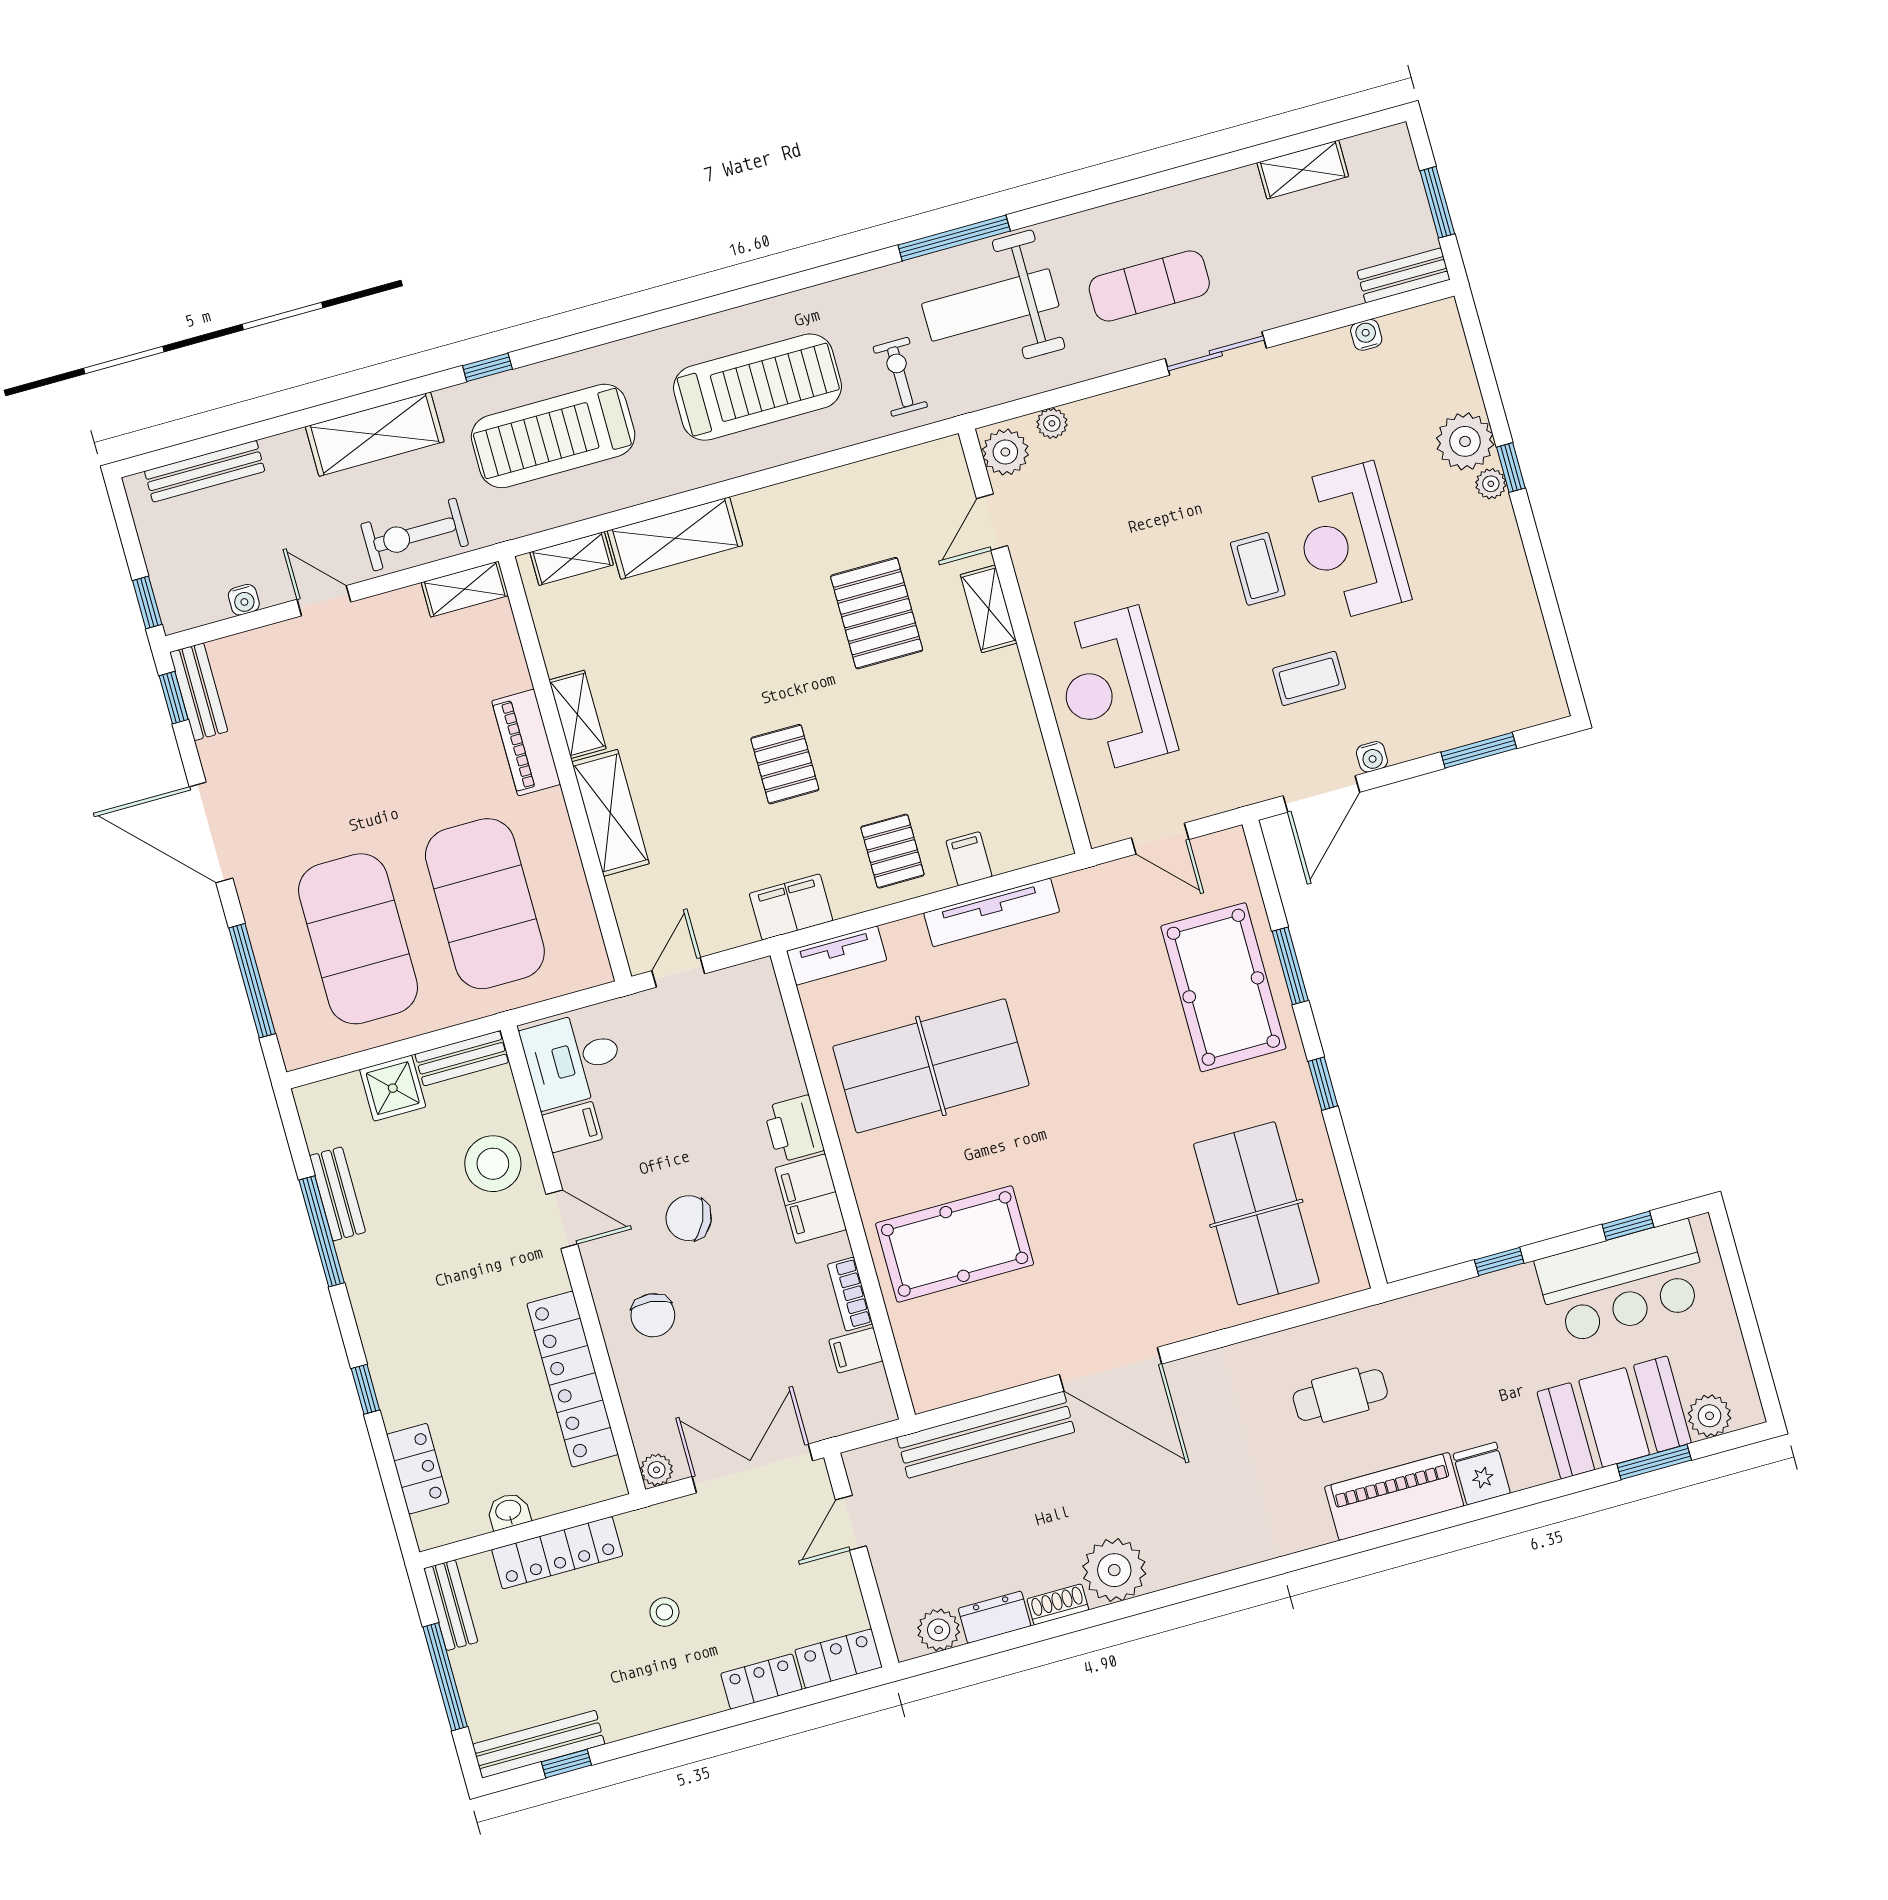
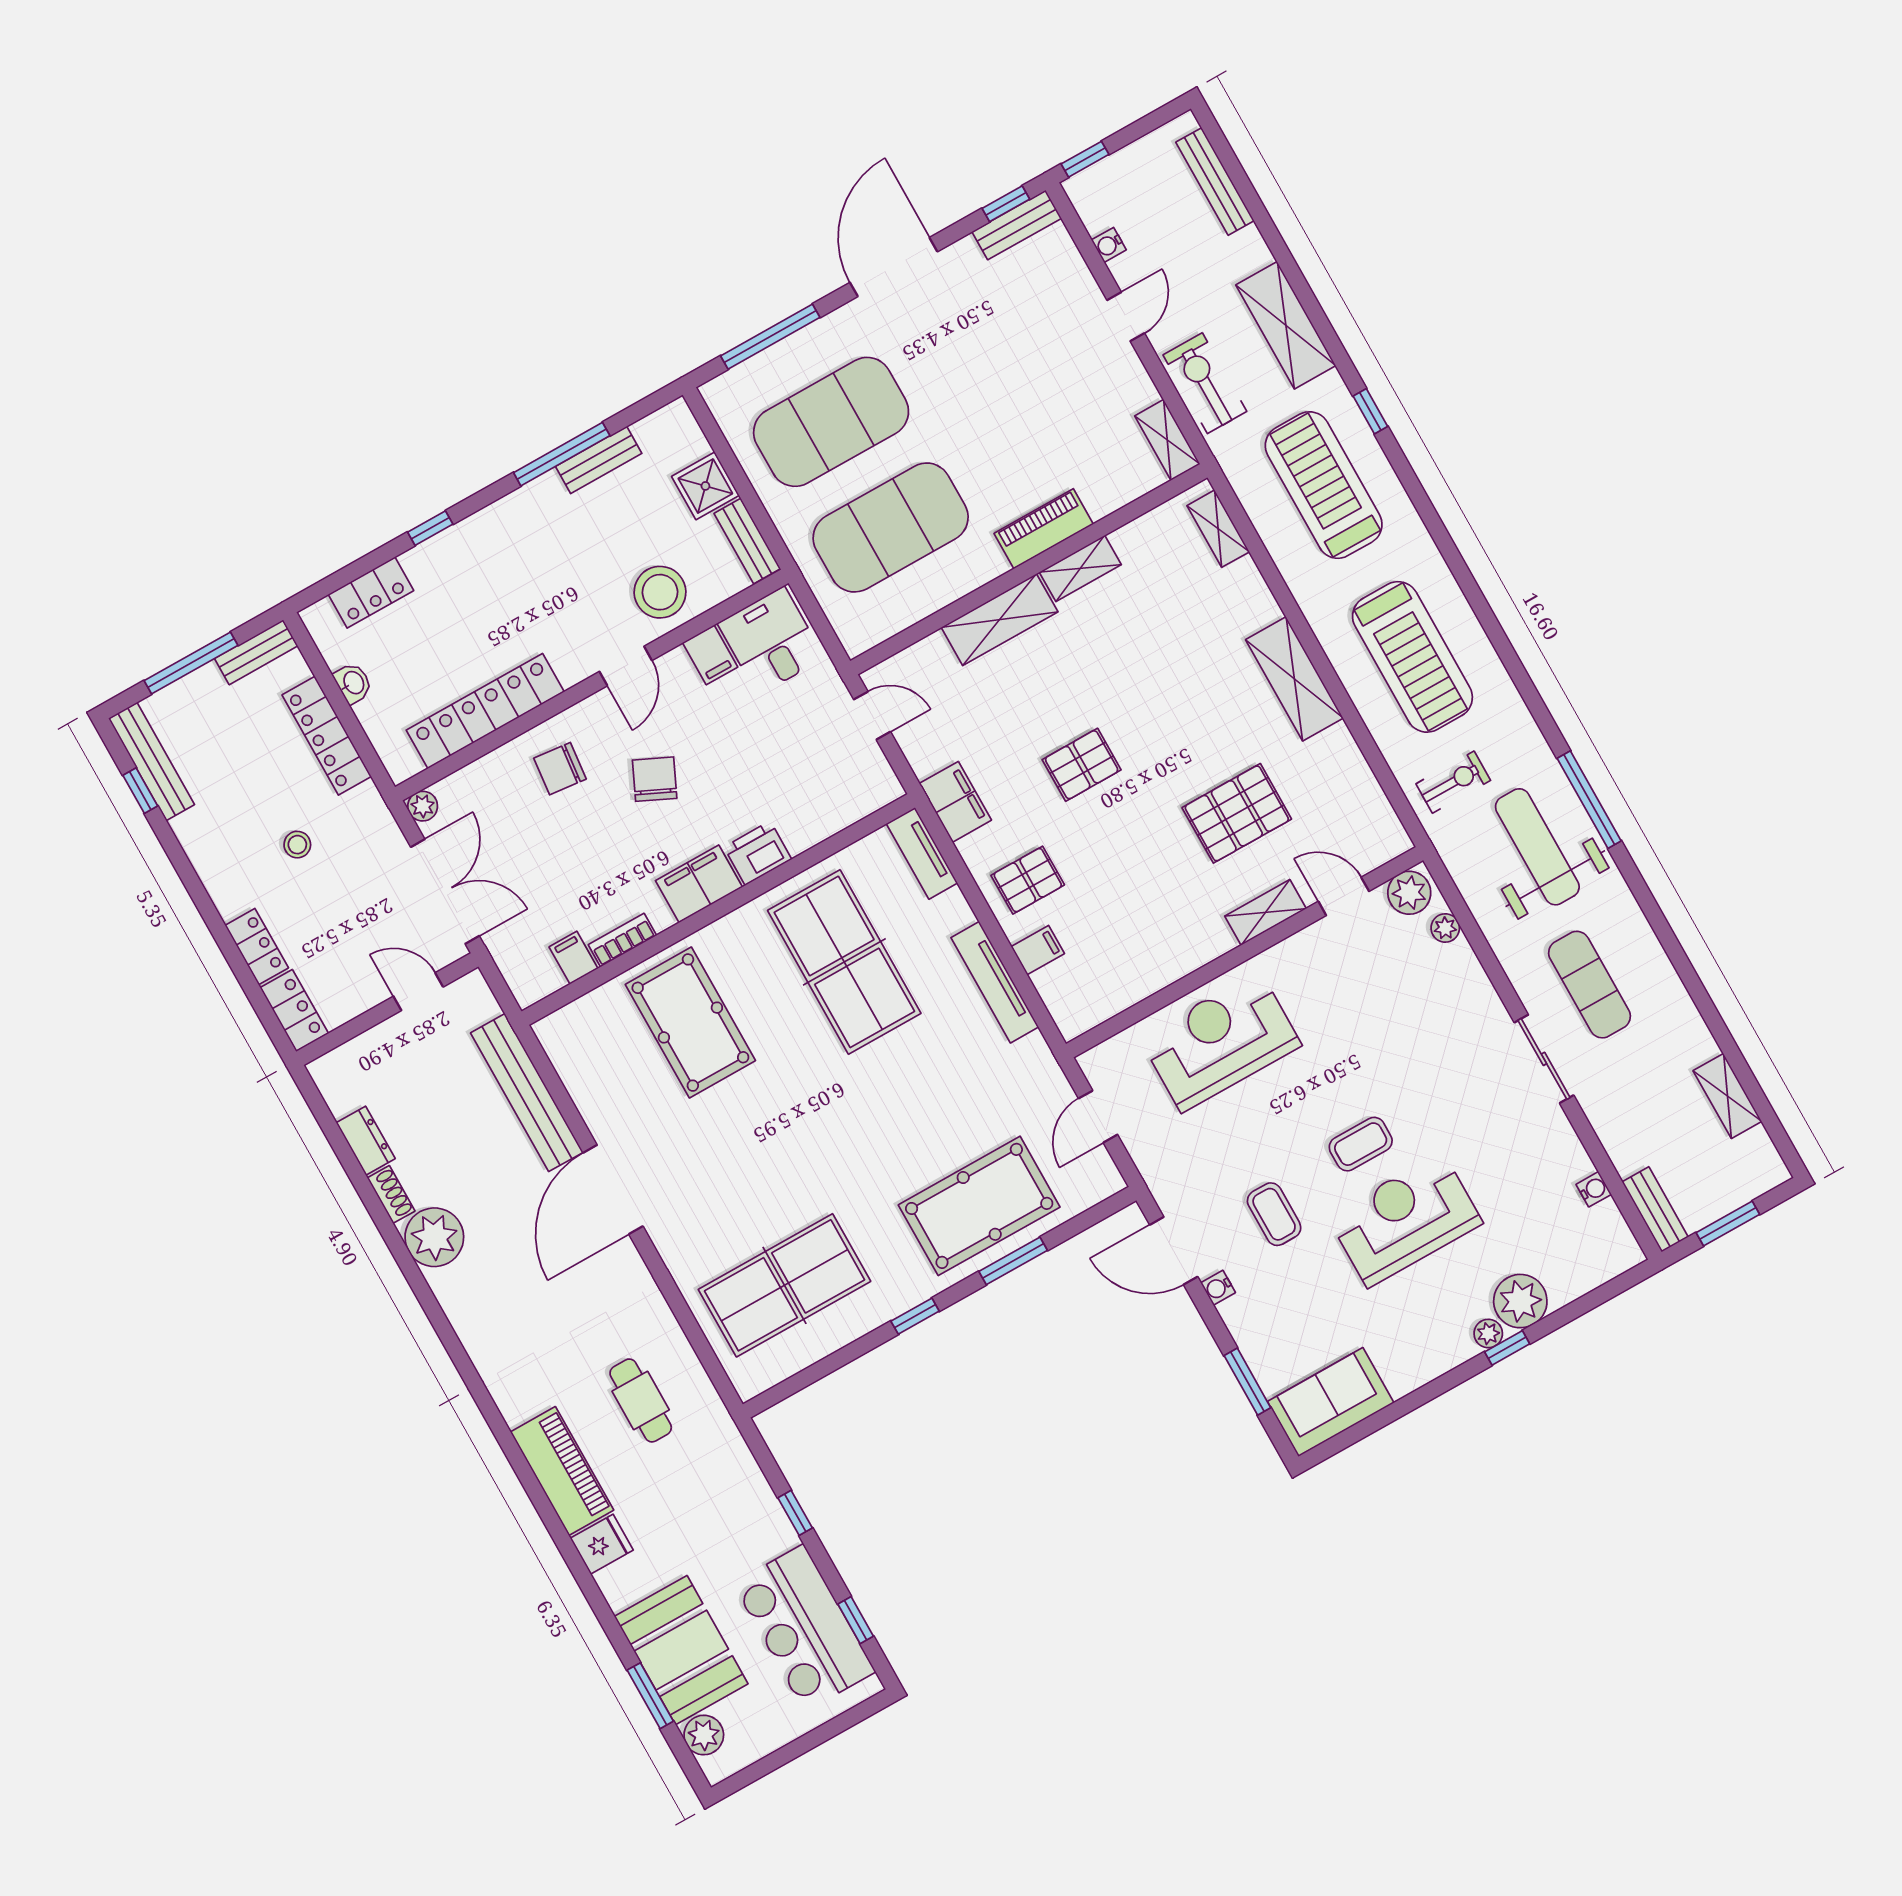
shelving: (675, 538) -> (1294, 679), moved
sofa: (1522, 668) -> (1331, 1402), added
plant: (939, 1630) -> (342, 1094), removed

